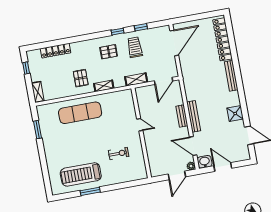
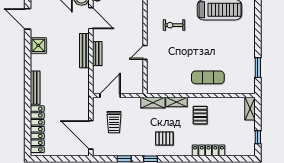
door: (174, 43) -> (91, 135), hinge flipped
trolley: (135, 47) -> (114, 122), moved
locker: (56, 51) -> (208, 150), moved
shelving: (136, 79) -> (153, 103), moved
exercise mat: (80, 113) -> (208, 77), width x0.73, depth x0.69
door: (140, 125) -> (145, 52), hinge flipped

